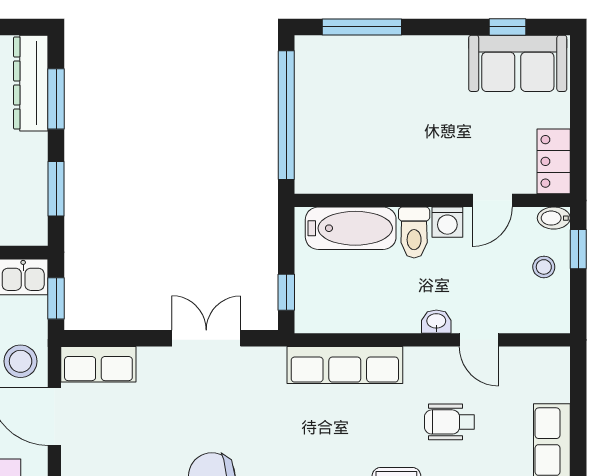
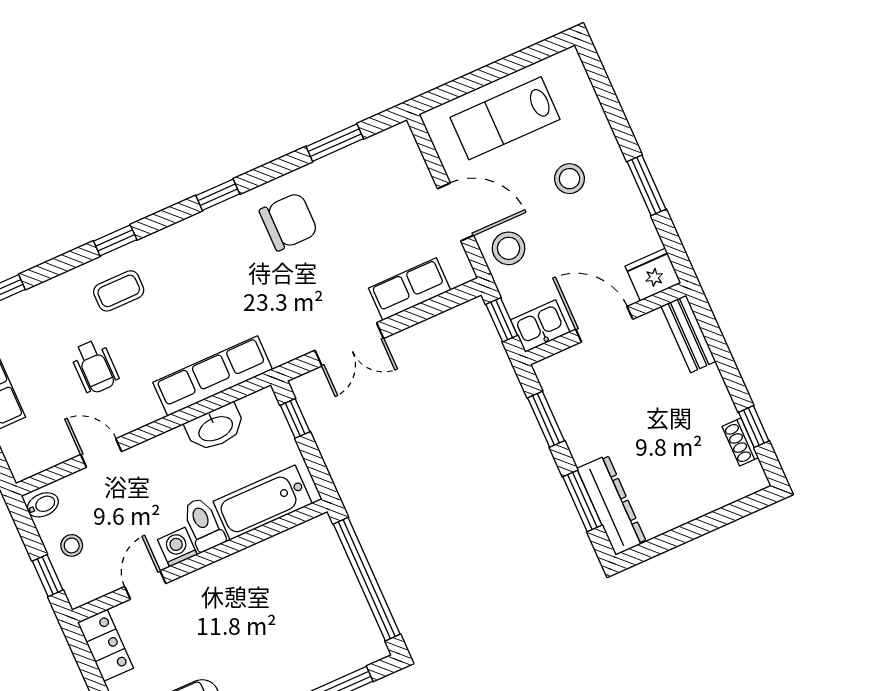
bidet: (554, 218) -> (43, 505), moved
washbasin: (436, 322) -> (215, 428), moved, width x1.91, depth x1.45
row of seats: (98, 364) -> (410, 289), moved
wheelchair: (449, 422) -> (95, 367), turned 90

